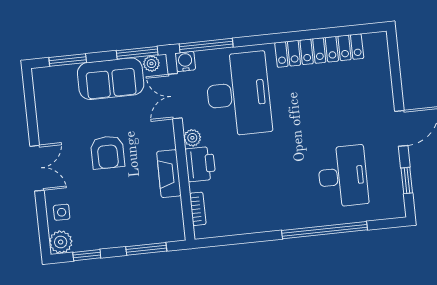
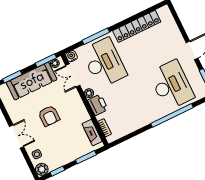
window: (206, 46) -> (96, 36), moved
sofa: (111, 79) -> (32, 81), width x1.36
fireplace: (169, 174) -> (92, 133), moved
desk: (343, 176) -> (171, 85), width x1.36, depth x1.30

